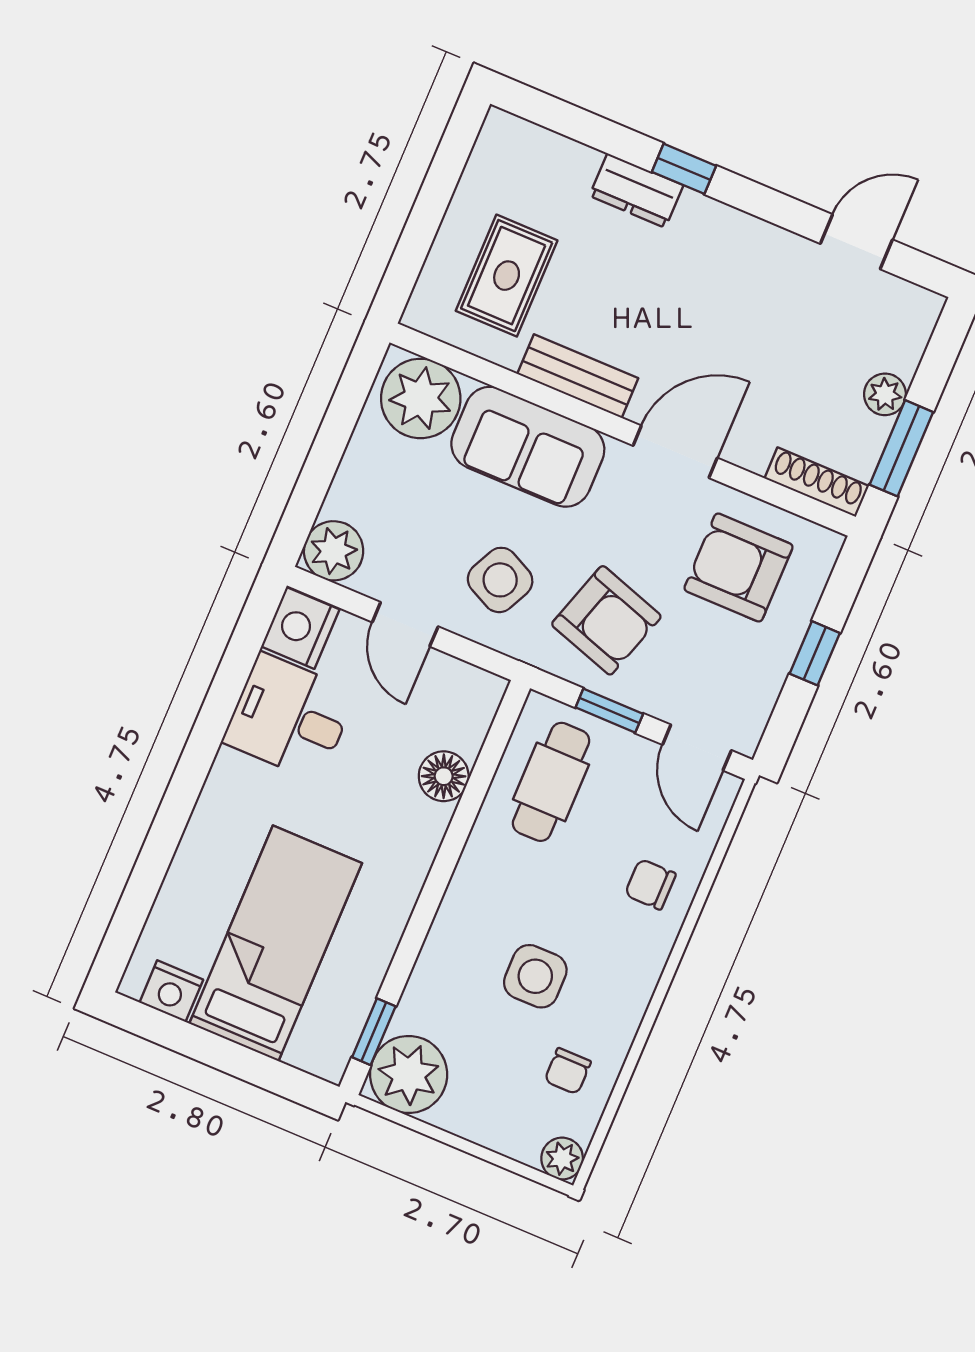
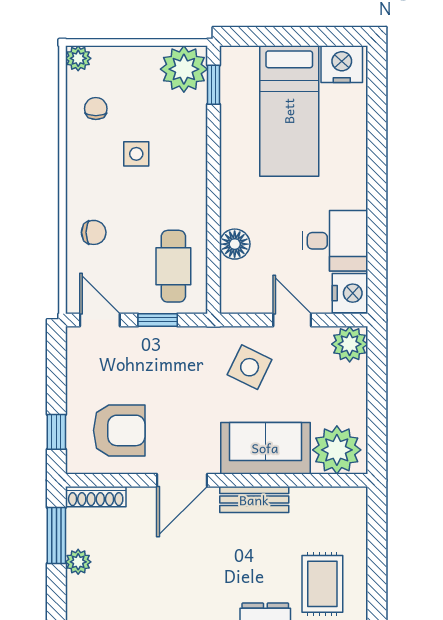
rug: (507, 276) -> (322, 584), moved
armchair: (606, 620) -> (181, 370), removed
window: (815, 653) -> (56, 432), moved
side table: (535, 976) -> (136, 154), width x0.73, depth x0.73
nightstand: (171, 991) -> (342, 64), width x1.36, depth x1.33

